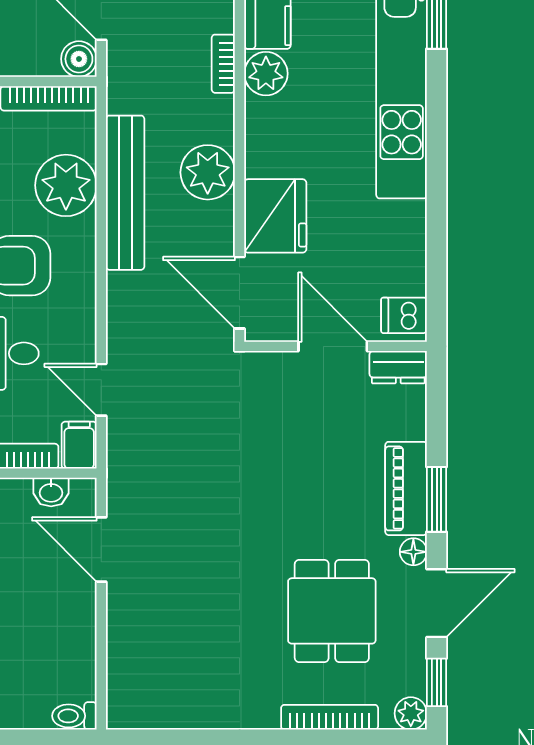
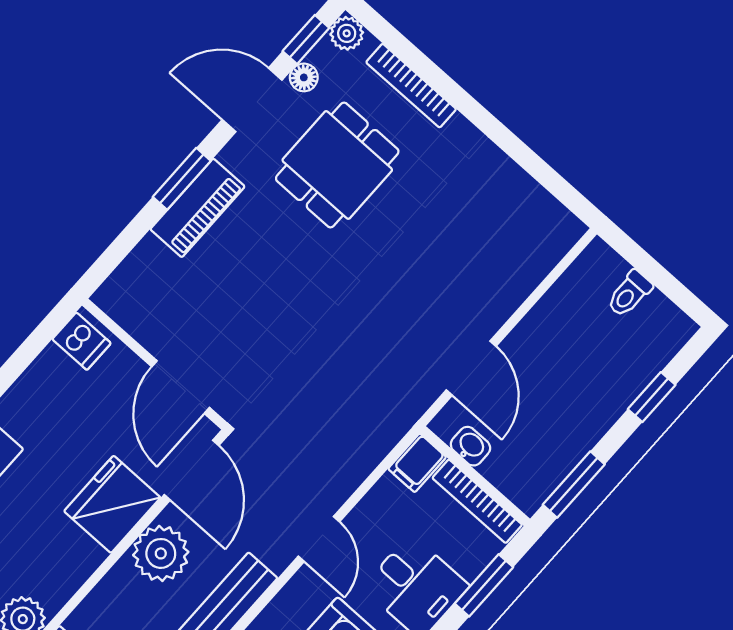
plant: (208, 172) -> (161, 553), moved
door: (333, 346) -> (181, 387), moved
dresser: (398, 367) -> (121, 306), removed
door: (101, 390) -> (319, 539), moved
floor lamp: (413, 552) -> (304, 77), moved
toilet: (74, 716) -> (629, 294), moved, turned 90

